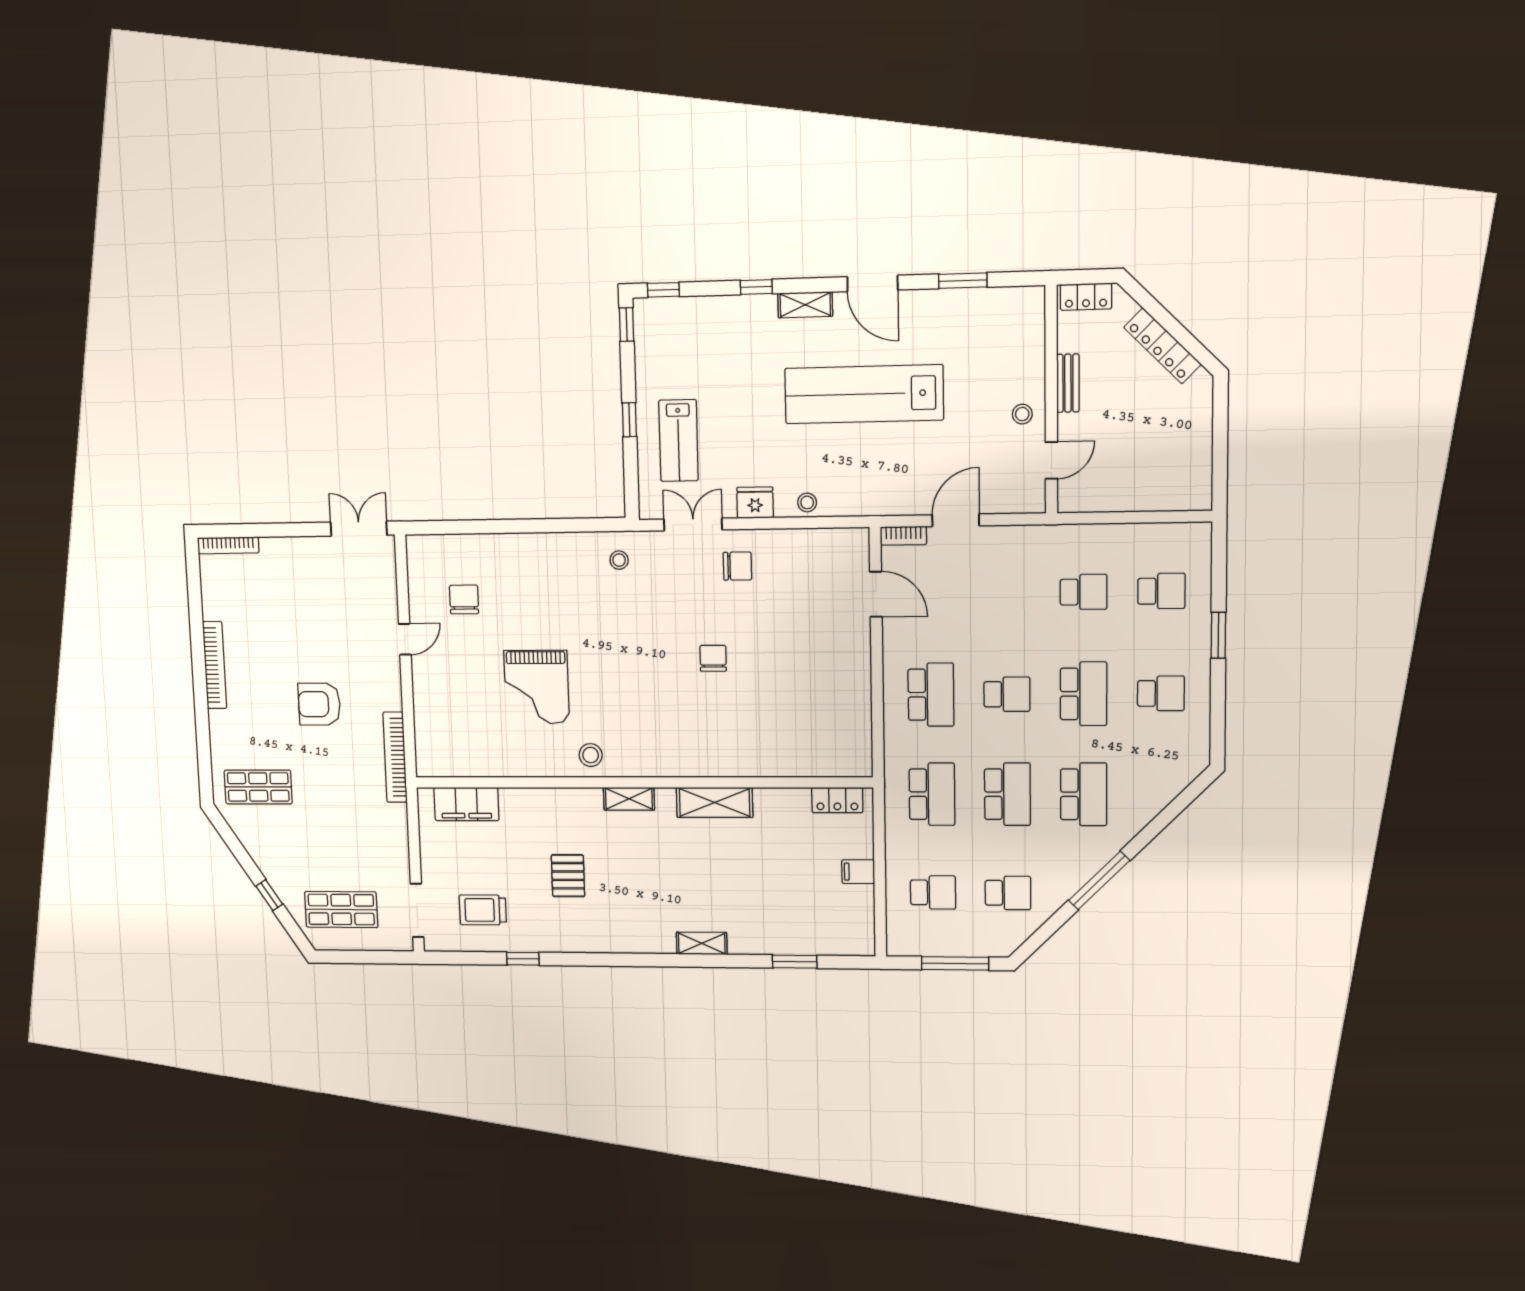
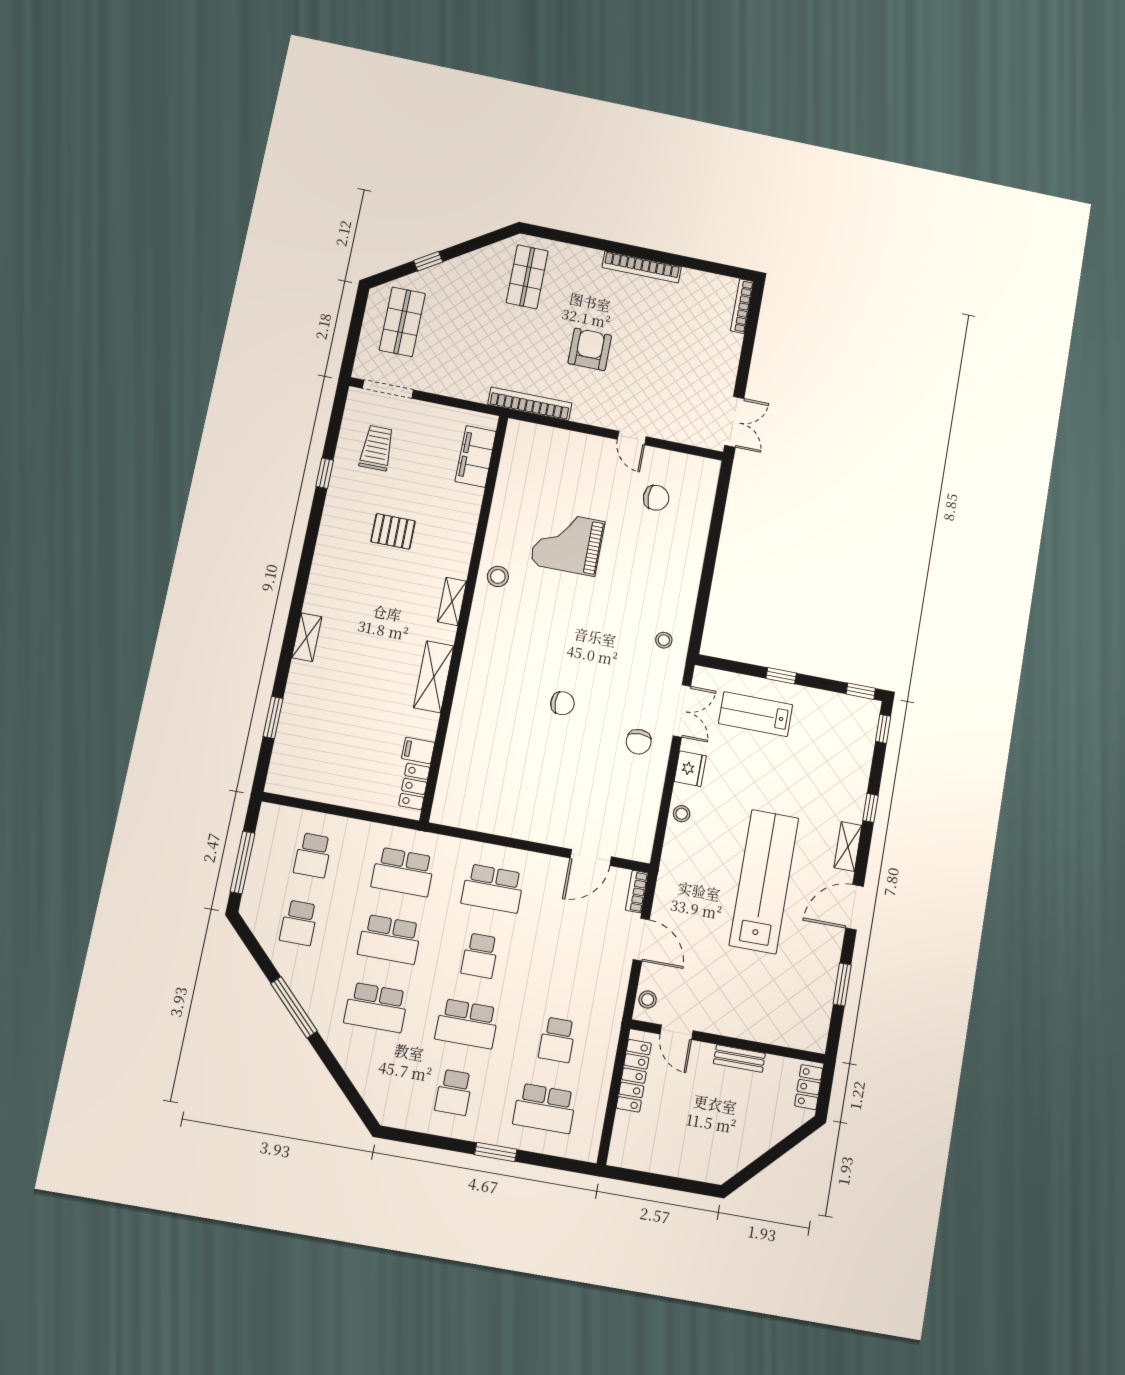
locker: (1162, 346) -> (634, 1076), moved, turned 135
stool: (1022, 414) -> (648, 1000), moved
school desk: (1161, 591) -> (545, 1108), width x1.85
filing cabinet: (858, 872) -> (418, 750), moved, turned -90

